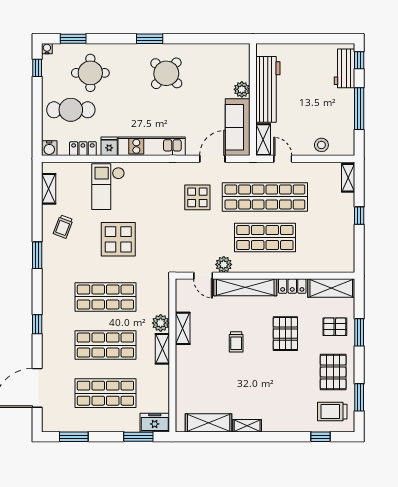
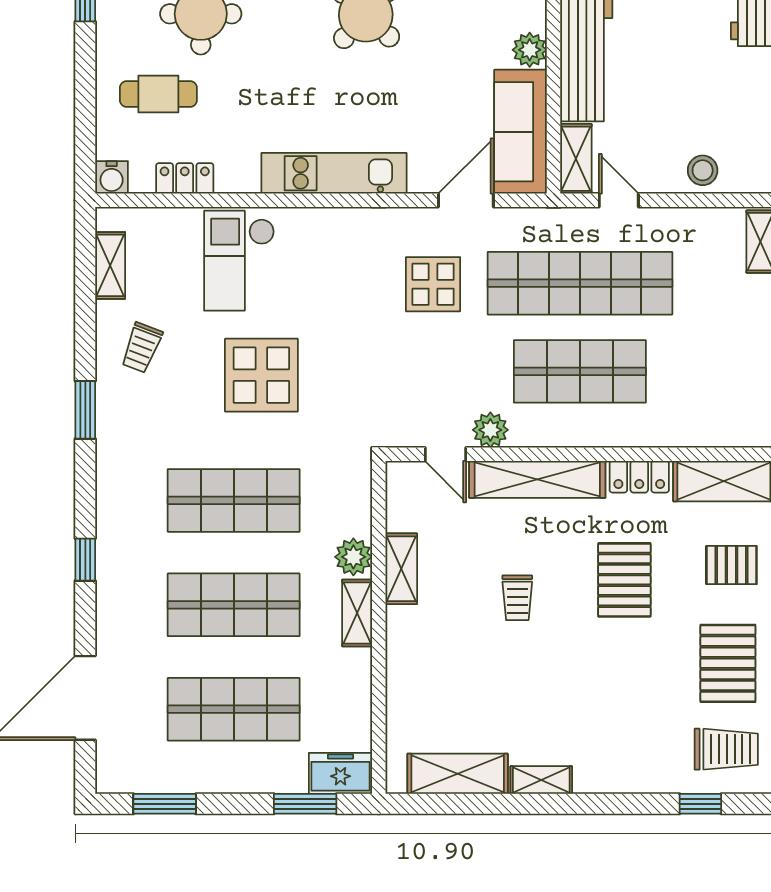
cafe table: (71, 110) -> (158, 94), width x0.73, depth x0.74
fridge: (109, 146) -> (242, 173), removed
trolley: (332, 412) -> (726, 749), turned 180

